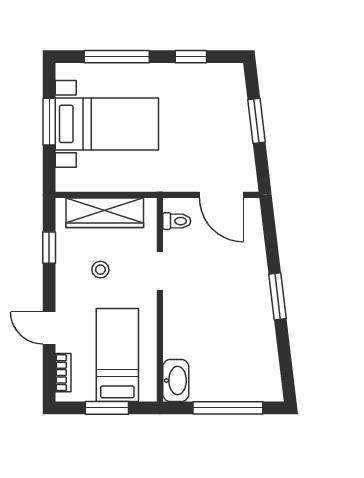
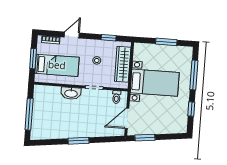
window: (256, 121) -> (145, 138), moved
bed with nightstands: (107, 124) -> (155, 83), moved, turned -90
washbasin: (176, 381) -> (71, 93), moved

